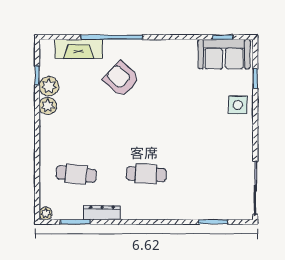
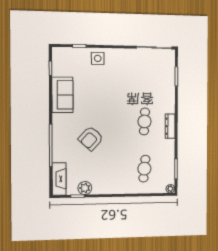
fireplace: (79, 49) -> (59, 179), moved
sofa: (224, 54) -> (62, 95), moved
armchair: (121, 79) -> (91, 138), moved
plant: (48, 106) -> (98, 189), removed
dresser: (102, 213) -> (170, 126), moved

